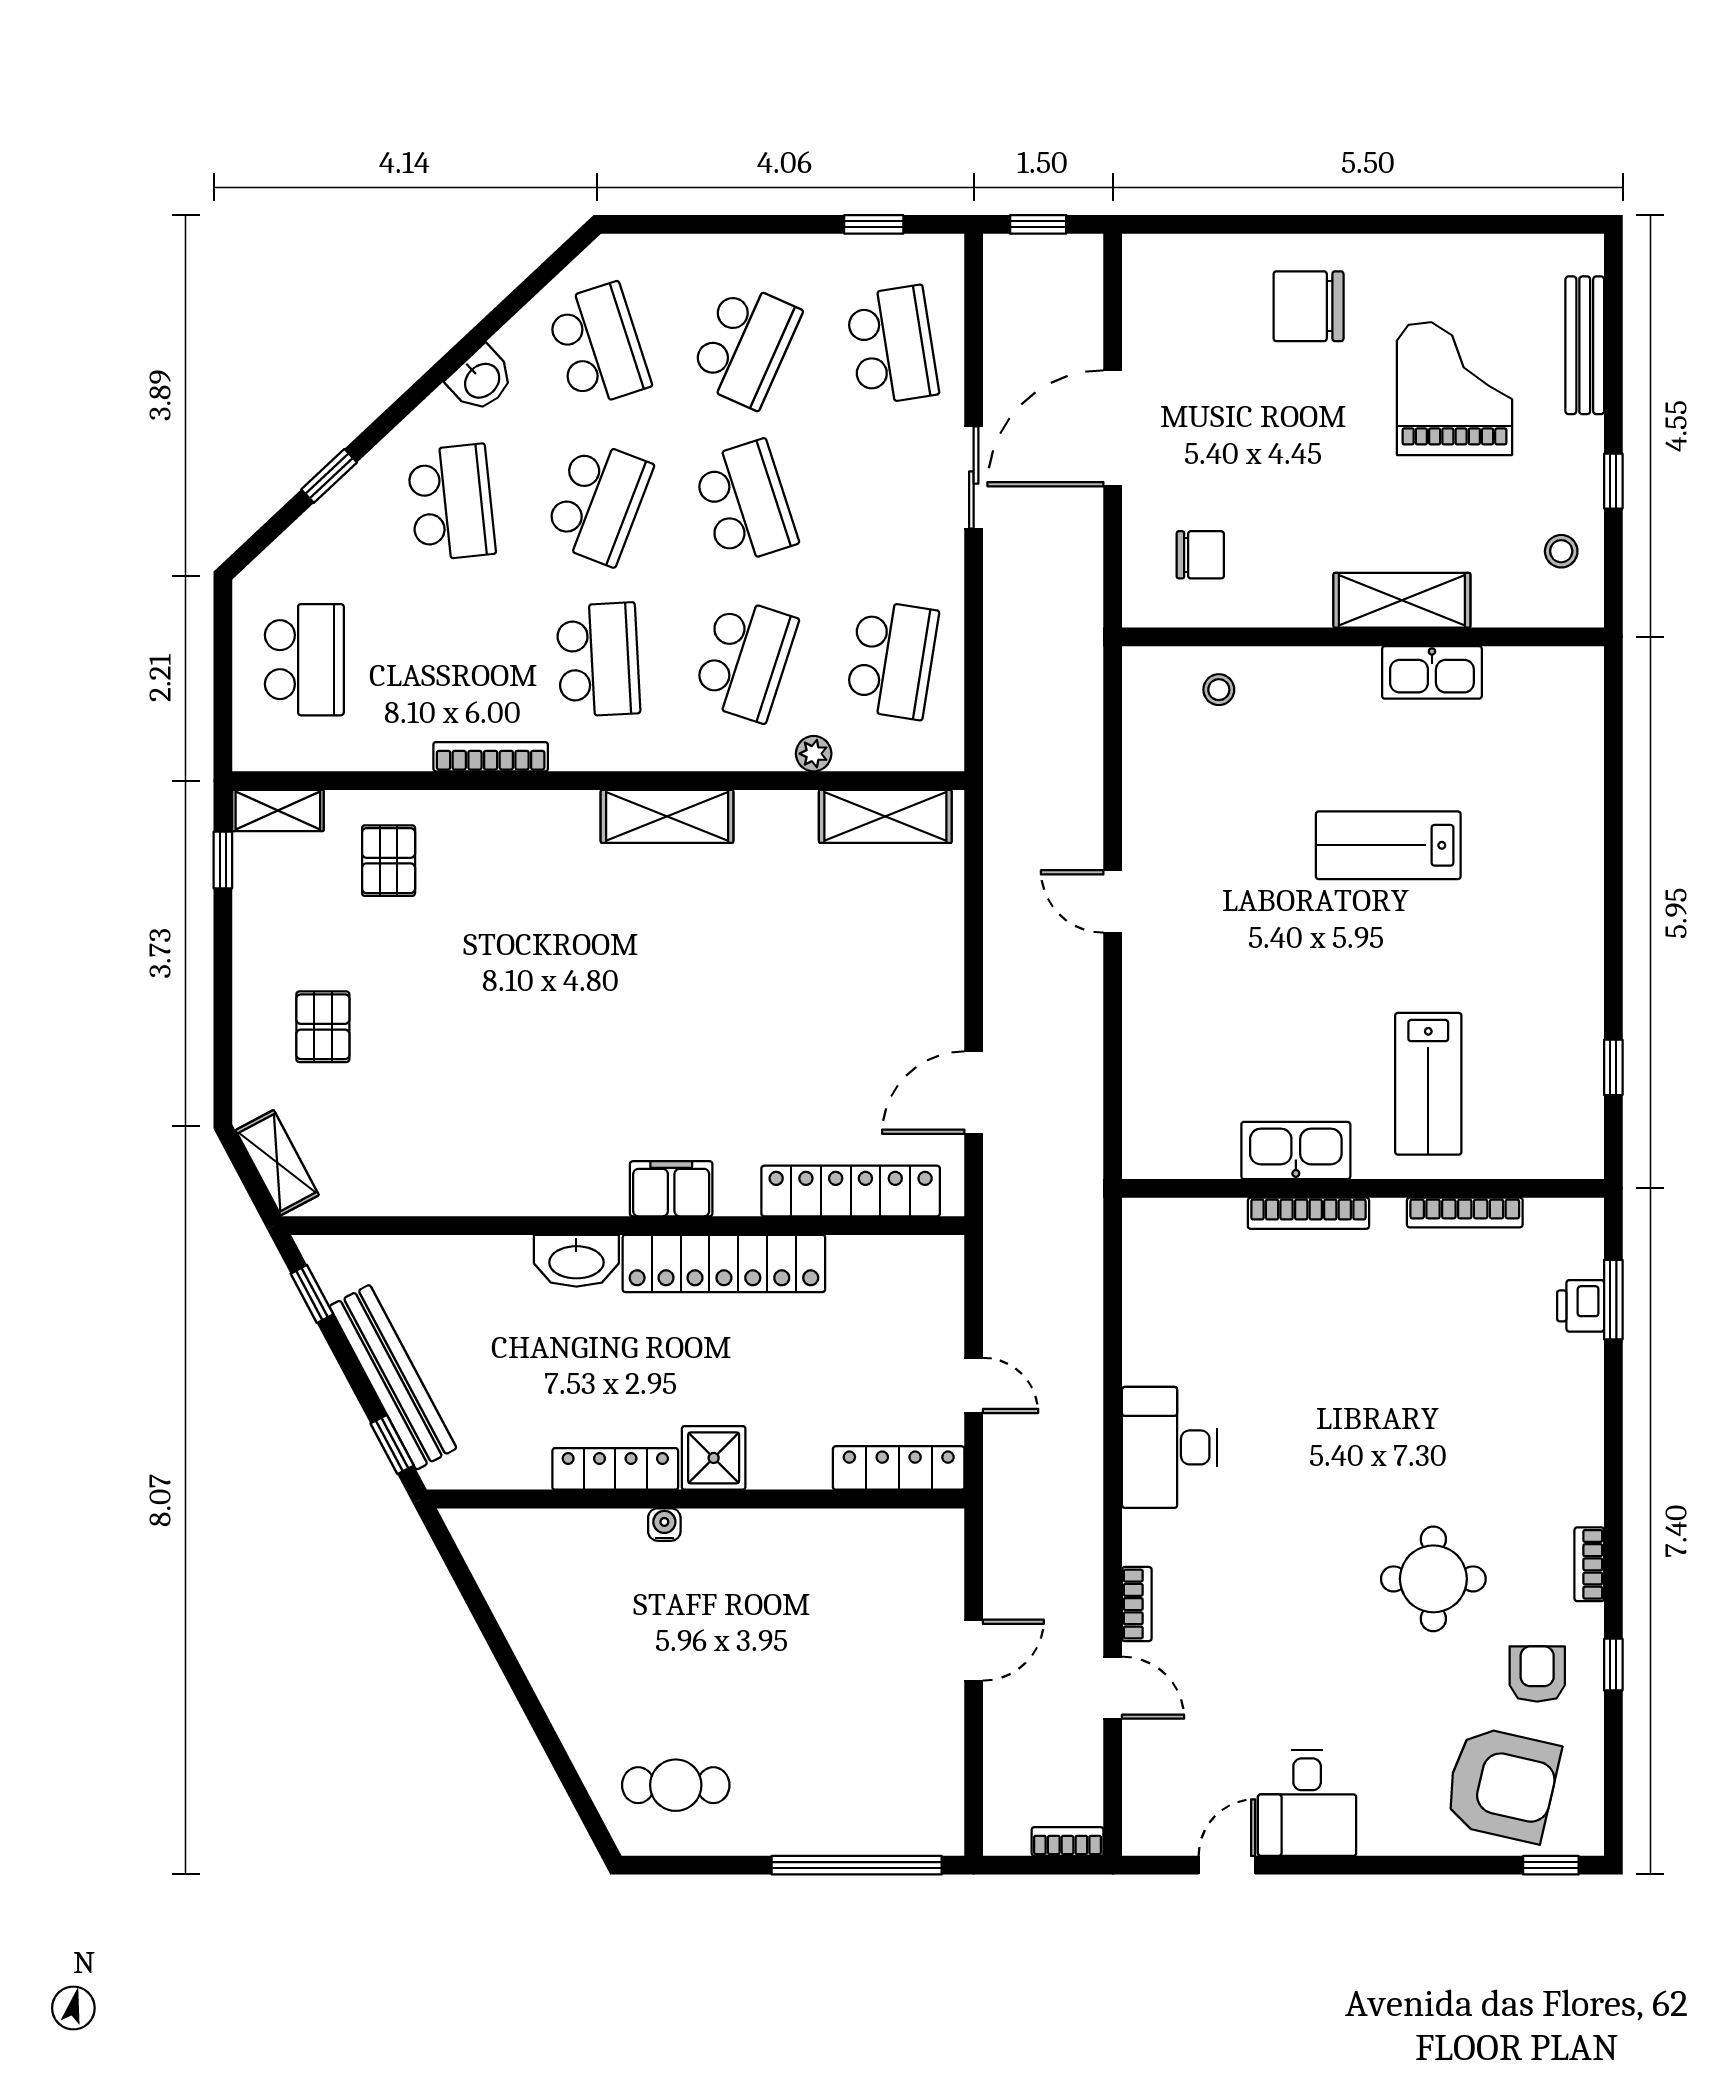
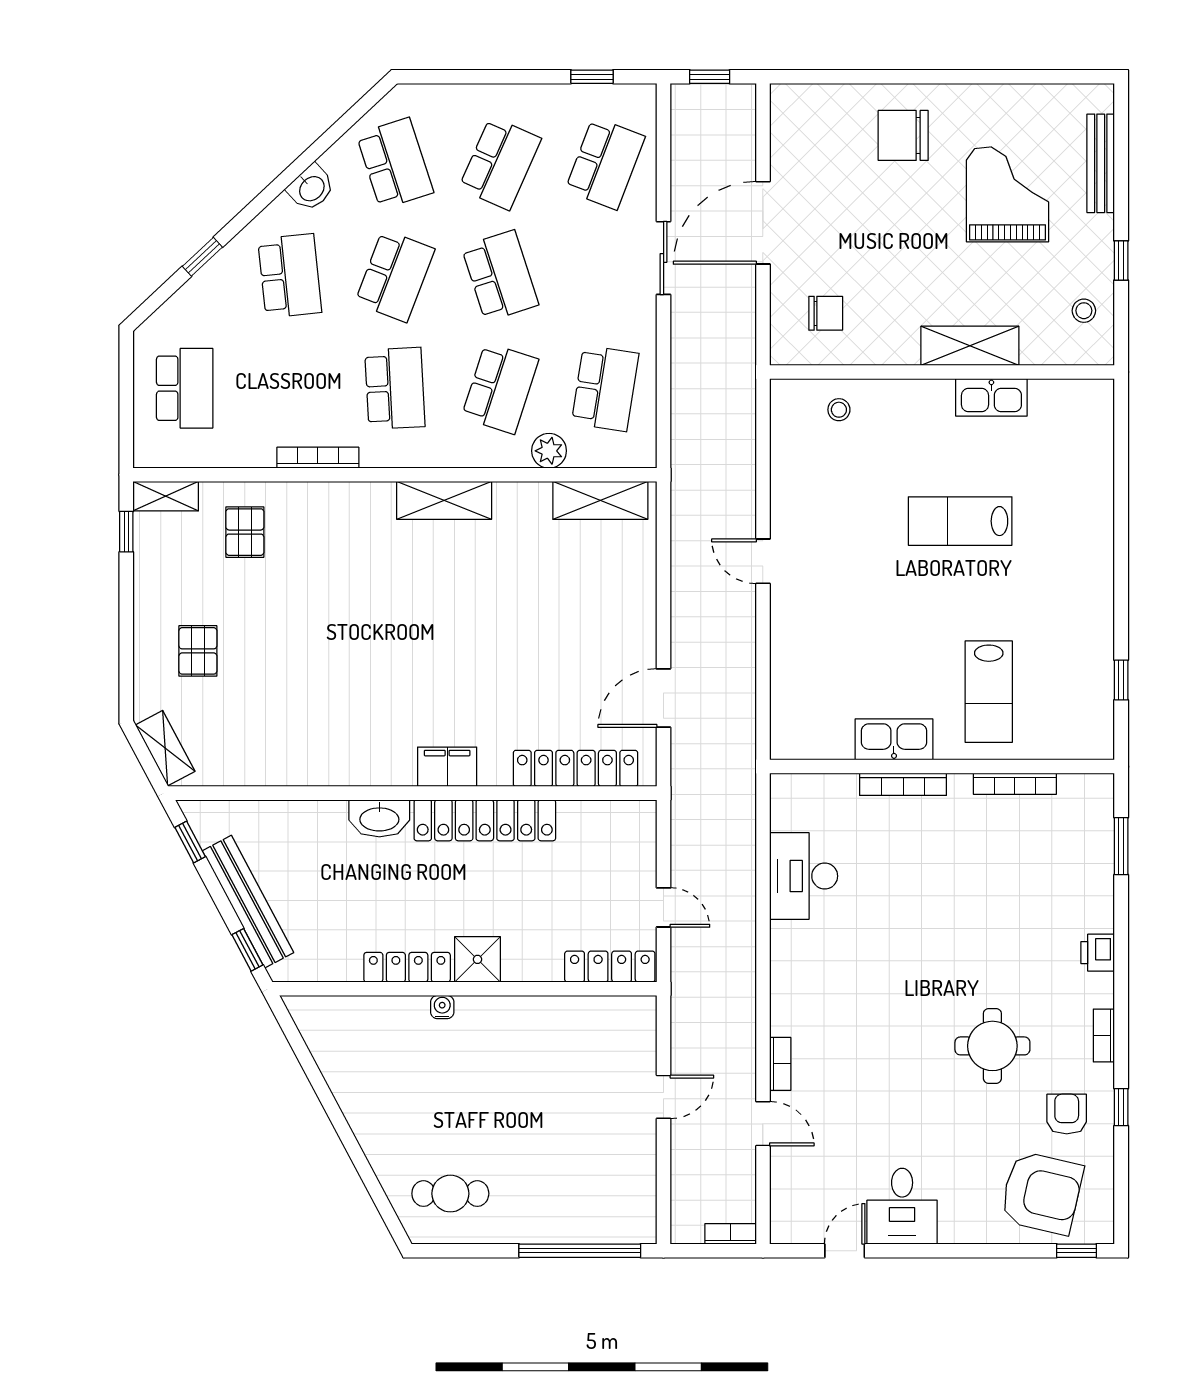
school desk: (892, 345) -> (605, 163), turned 30
plant: (814, 754) -> (549, 451), width x1.38, depth x1.38
printer: (1581, 1306) -> (1098, 953), moved
desk: (1170, 1447) -> (804, 876), moved

